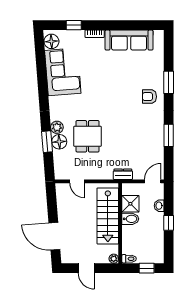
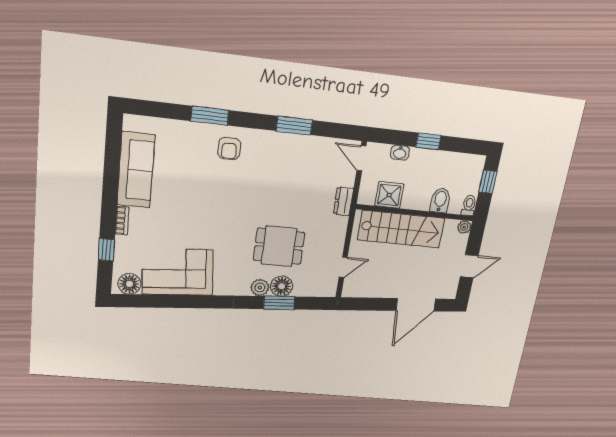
bidet: (130, 219) -> (440, 200), moved

